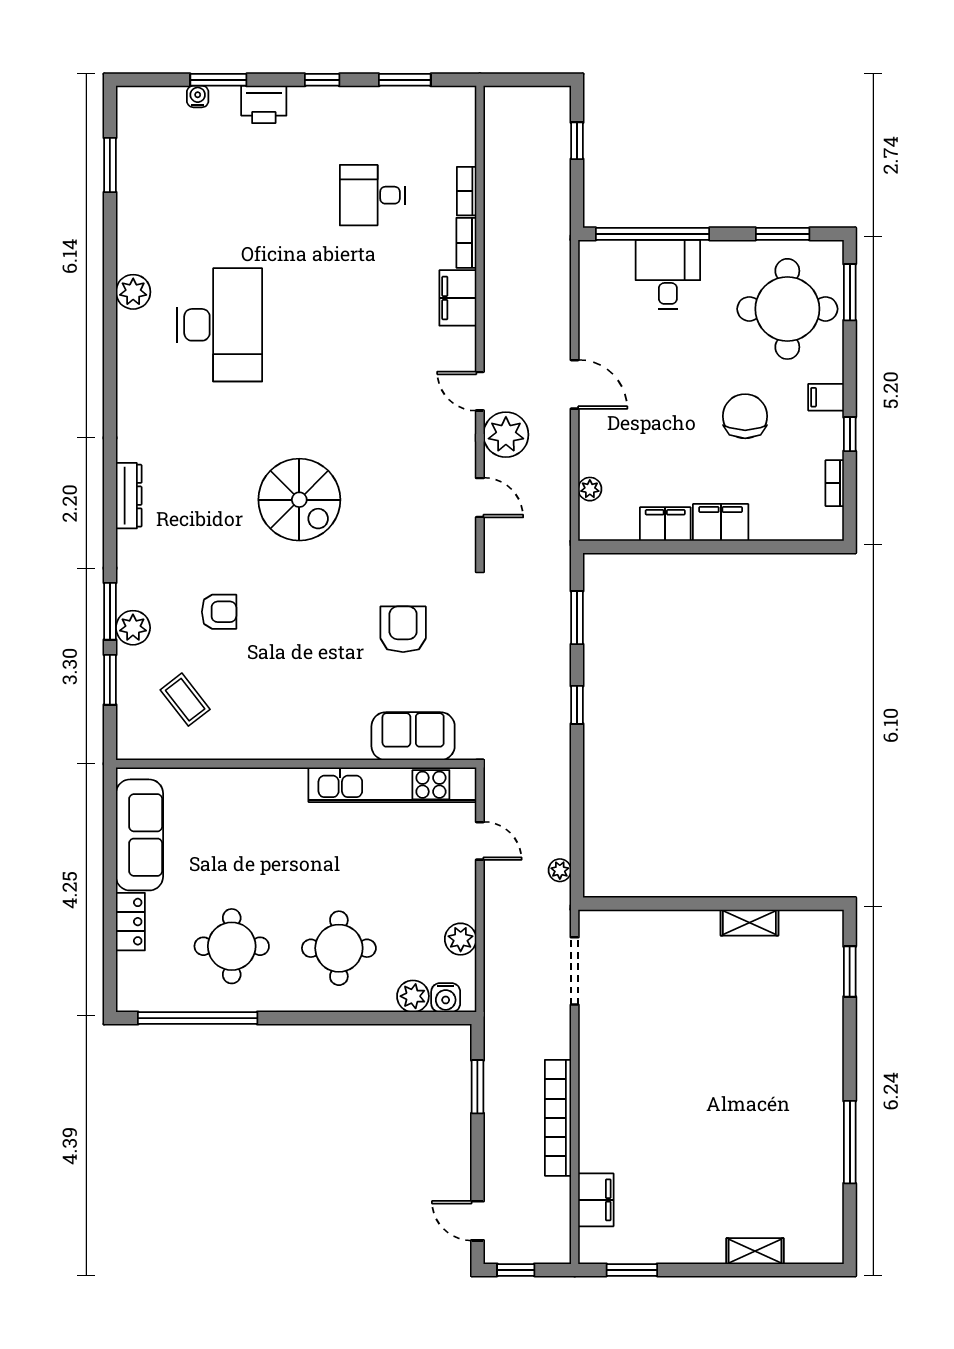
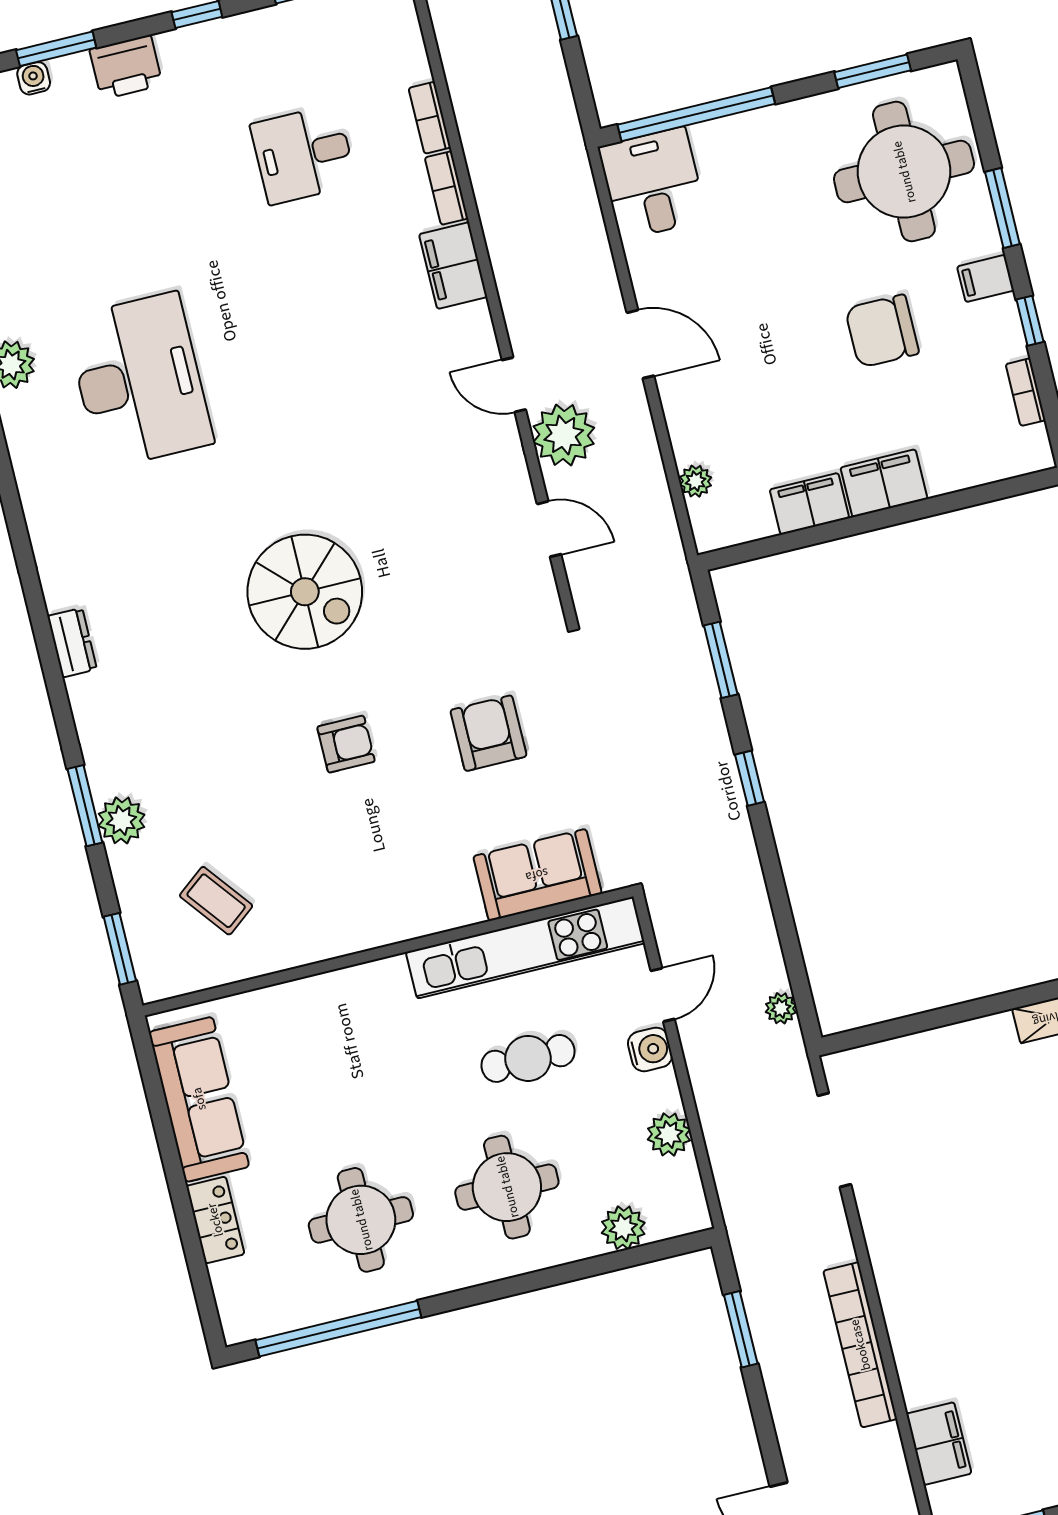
desk: (668, 275) -> (653, 183), moved
window: (850, 292) -> (1002, 208), moved
chair: (745, 416) -> (882, 331), turned -90
dresser: (129, 496) -> (72, 643), width x0.70
armchair: (219, 612) -> (346, 744), moved
window: (110, 680) -> (120, 949), moved
door: (480, 841) -> (663, 995), hinge flipped
cafe table: (375, 862) -> (528, 1058), added
water cooler: (446, 998) -> (650, 1049), moved, turned -90

